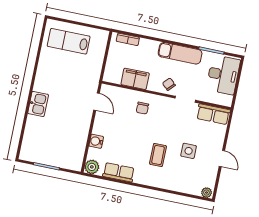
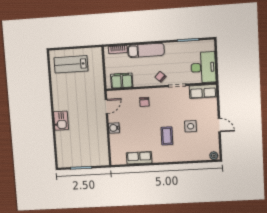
exam couch: (180, 53) -> (146, 50), moved
desk: (223, 75) -> (203, 67), moved
filing cabinet: (135, 79) -> (122, 81), moved
door: (97, 102) -> (106, 106), hinge flipped
water cooler: (96, 141) -> (114, 128), moved
plant: (92, 167) -> (117, 159), removed

